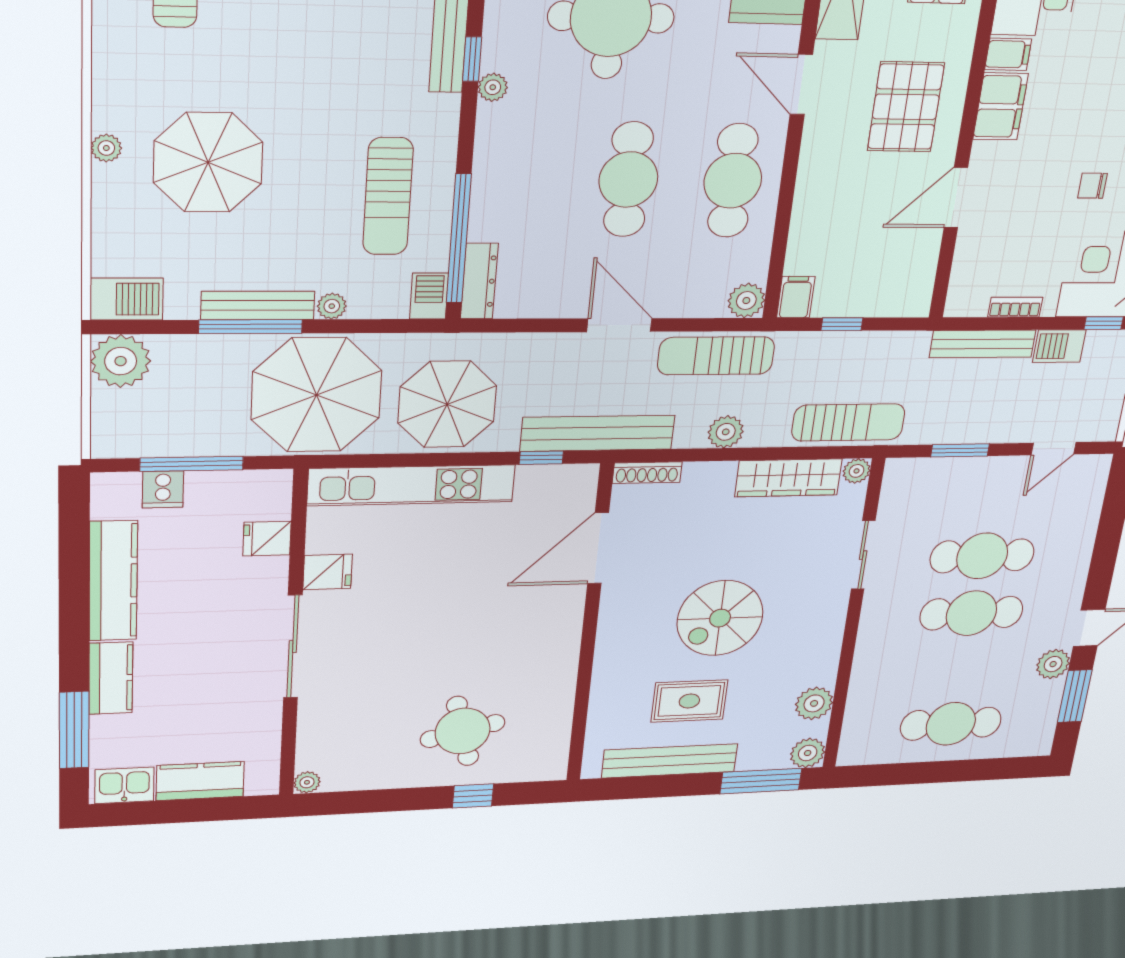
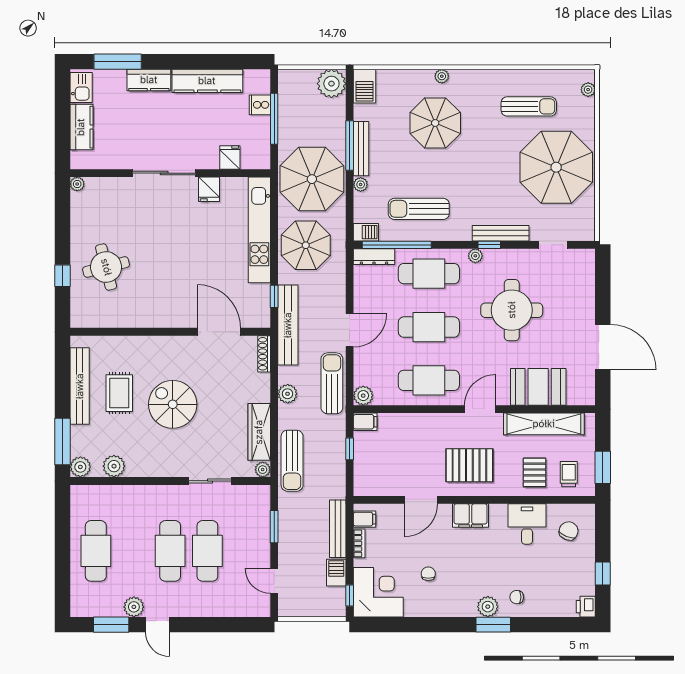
filing cabinet: (1008, 54) -> (364, 519), moved, turned -90
cafe table: (522, 178) -> (429, 274), added
door: (956, 198) -> (421, 500), swing flipped

